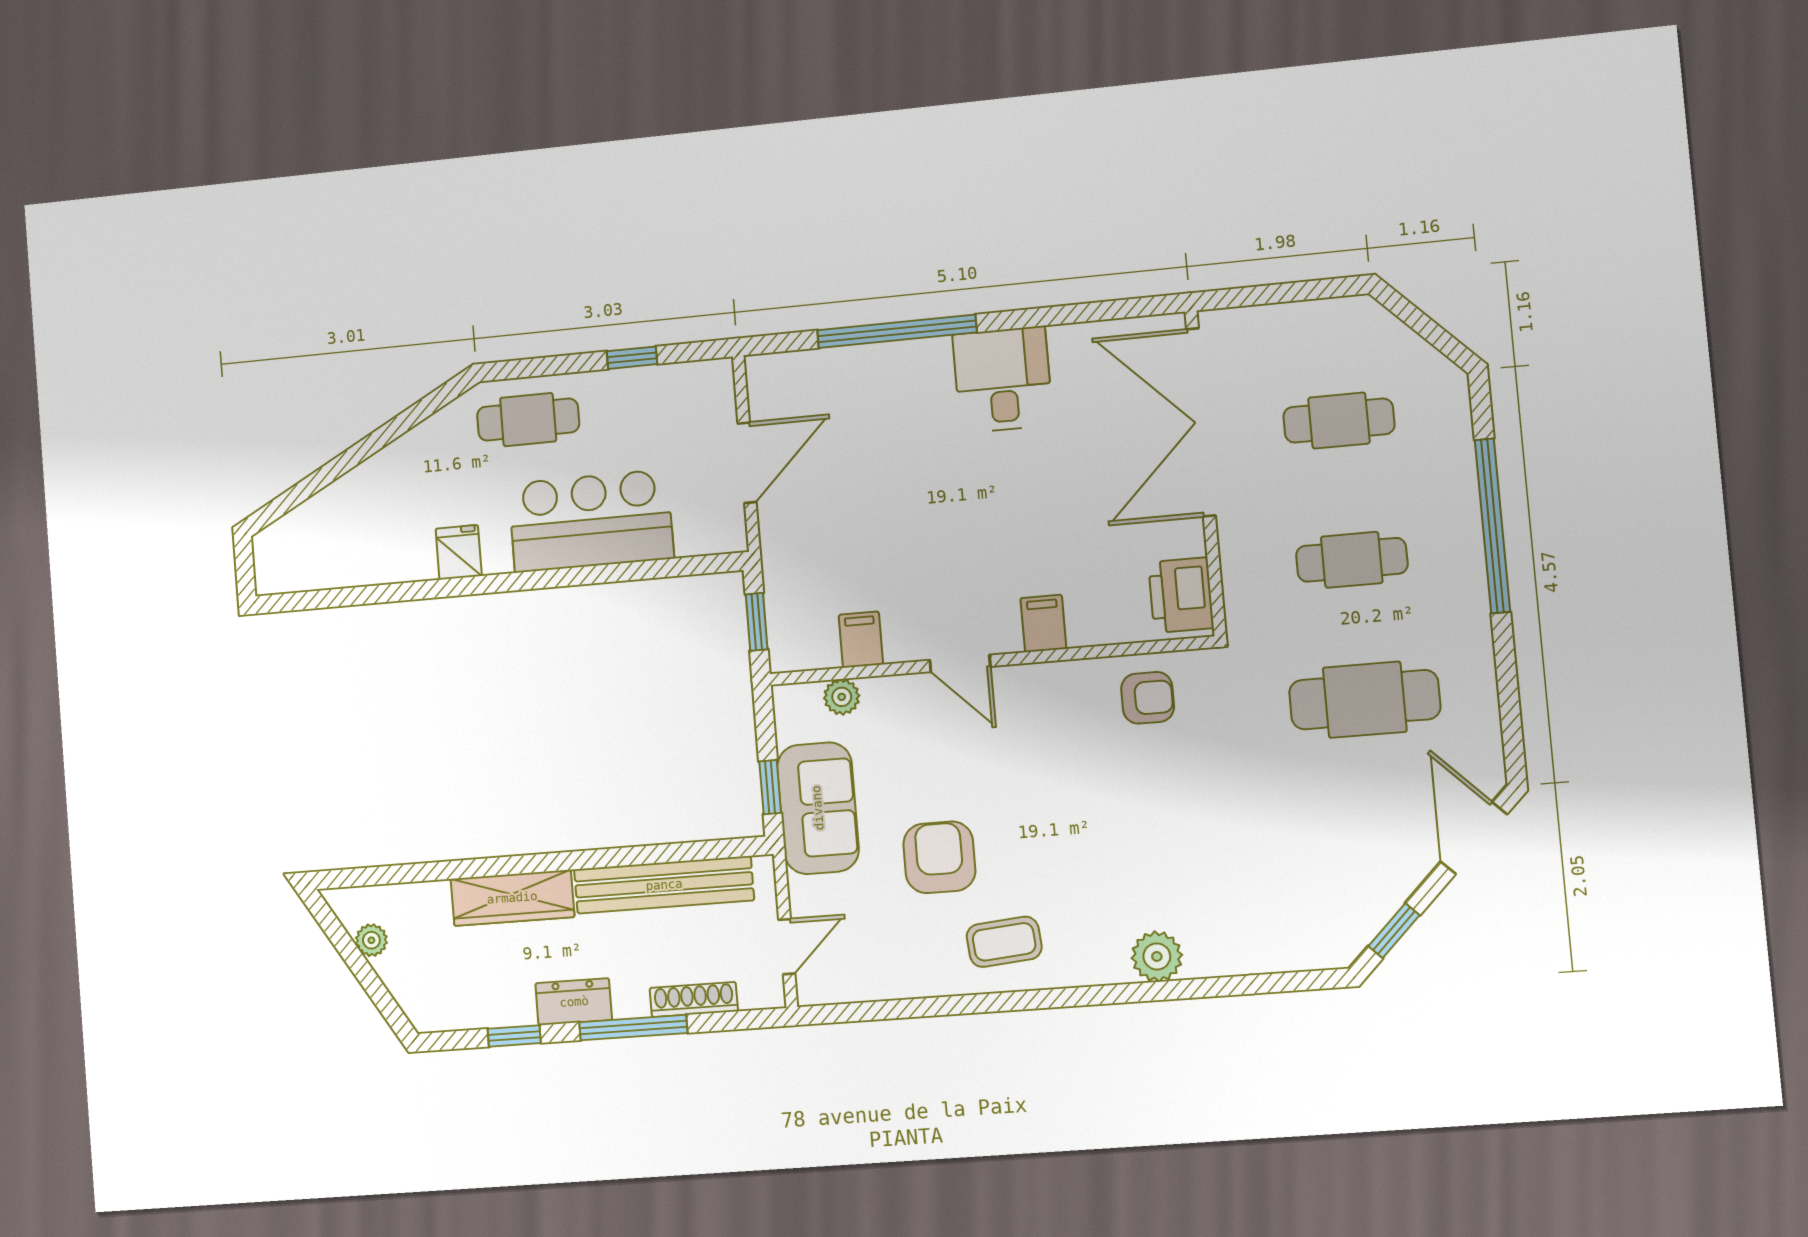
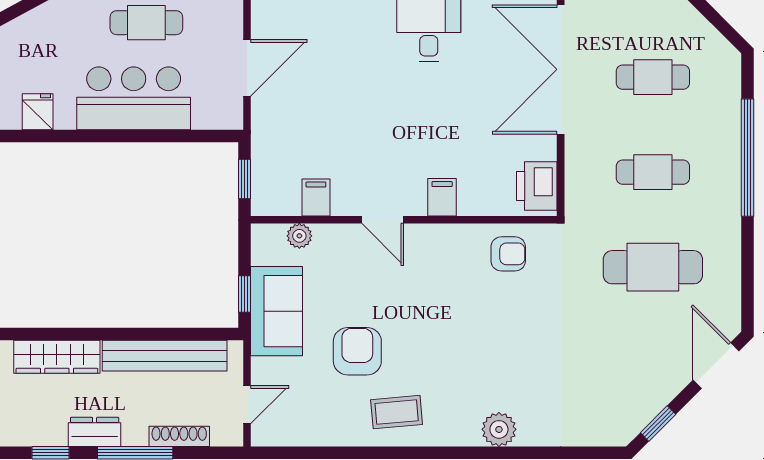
cafe table: (528, 420) -> (146, 23), moved

